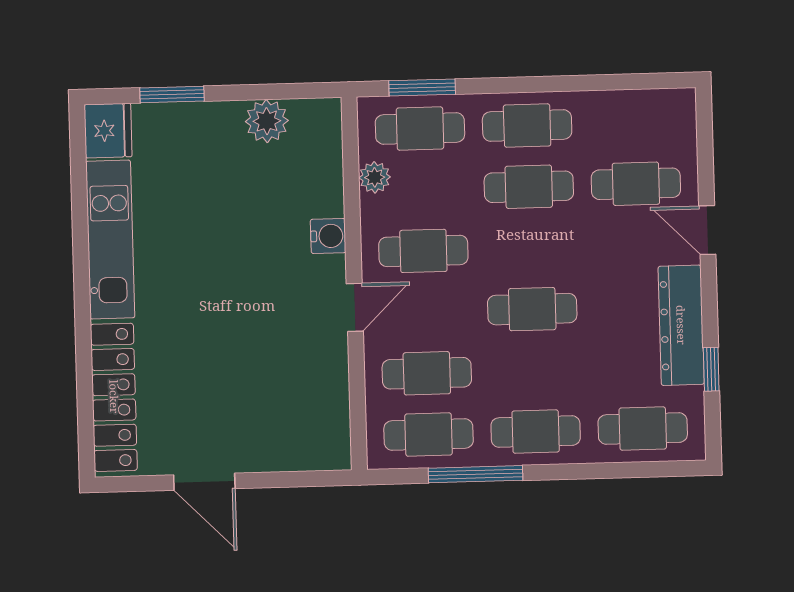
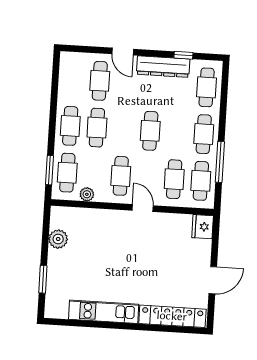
fridge: (108, 131) -> (203, 227), moved, turned -90
door: (707, 230) -> (123, 52), hinge flipped
water cooler: (328, 236) -> (111, 217), removed

